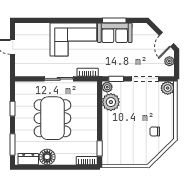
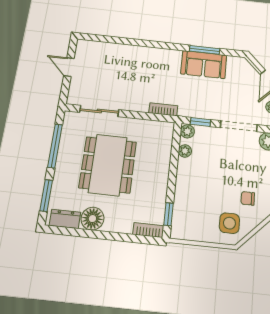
corner sofa: (73, 40) -> (149, 67), removed
sliding door: (59, 79) -> (99, 111), moved
plant: (111, 102) -> (185, 151), width x0.53, depth x0.53
window: (13, 109) -> (55, 146), width x2.17
side table: (143, 150) -> (229, 223), added

